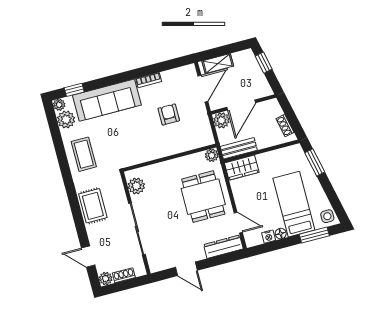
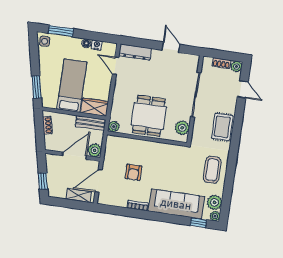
dining table: (203, 197) -> (149, 116), moved
bed: (294, 204) -> (72, 86), moved, turned 180

